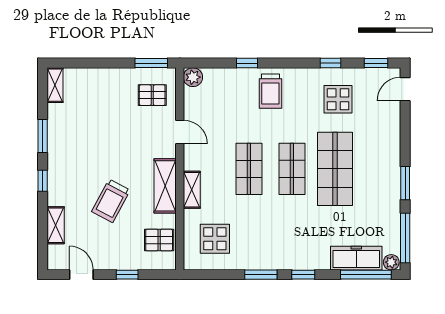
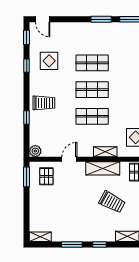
shop shelf: (335, 169) -> (92, 63), width x0.70, depth x0.74

